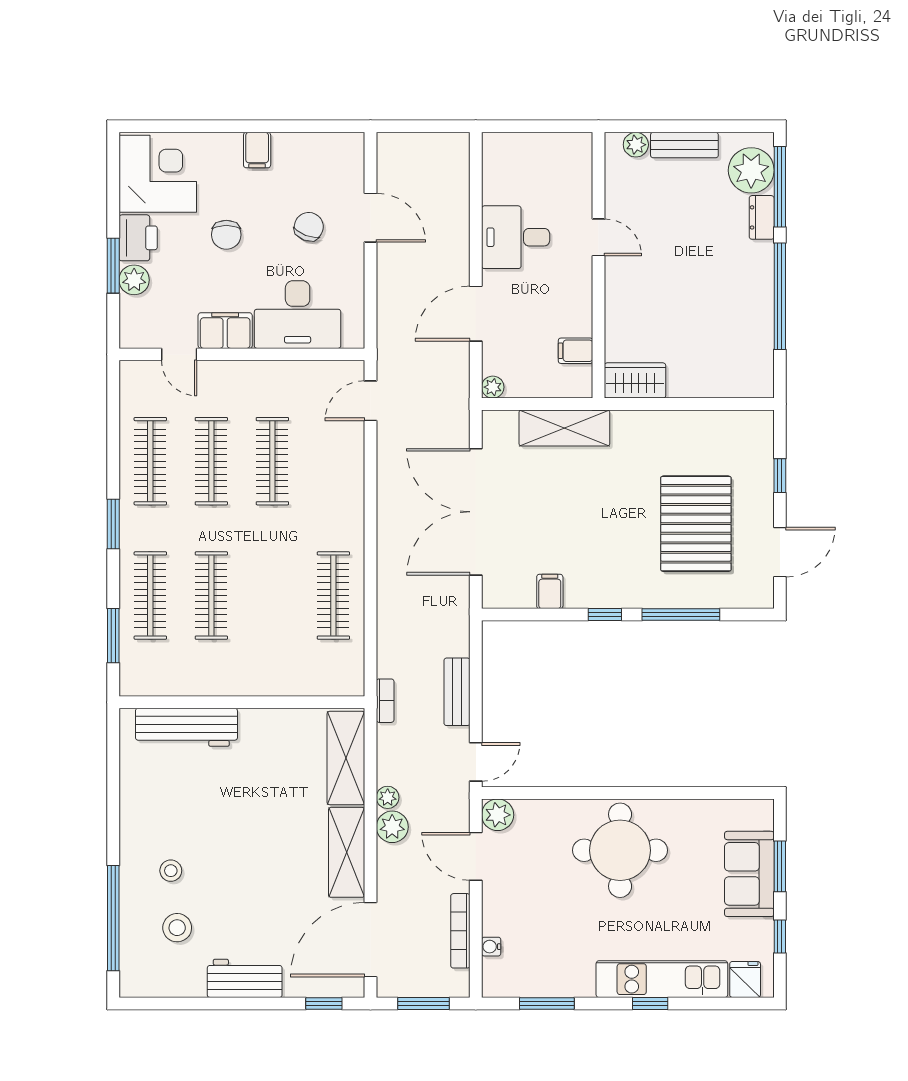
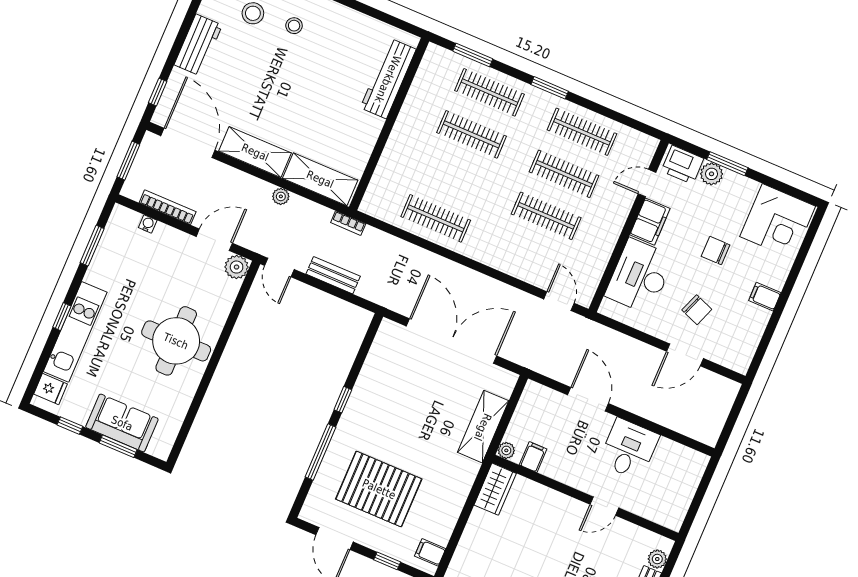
printer: (138, 238) -> (682, 165), moved
plant: (493, 387) -> (506, 450), moved
filing cabinet: (550, 591) -> (430, 552), moved, turned 180
plant: (392, 827) -> (259, 191), removed

